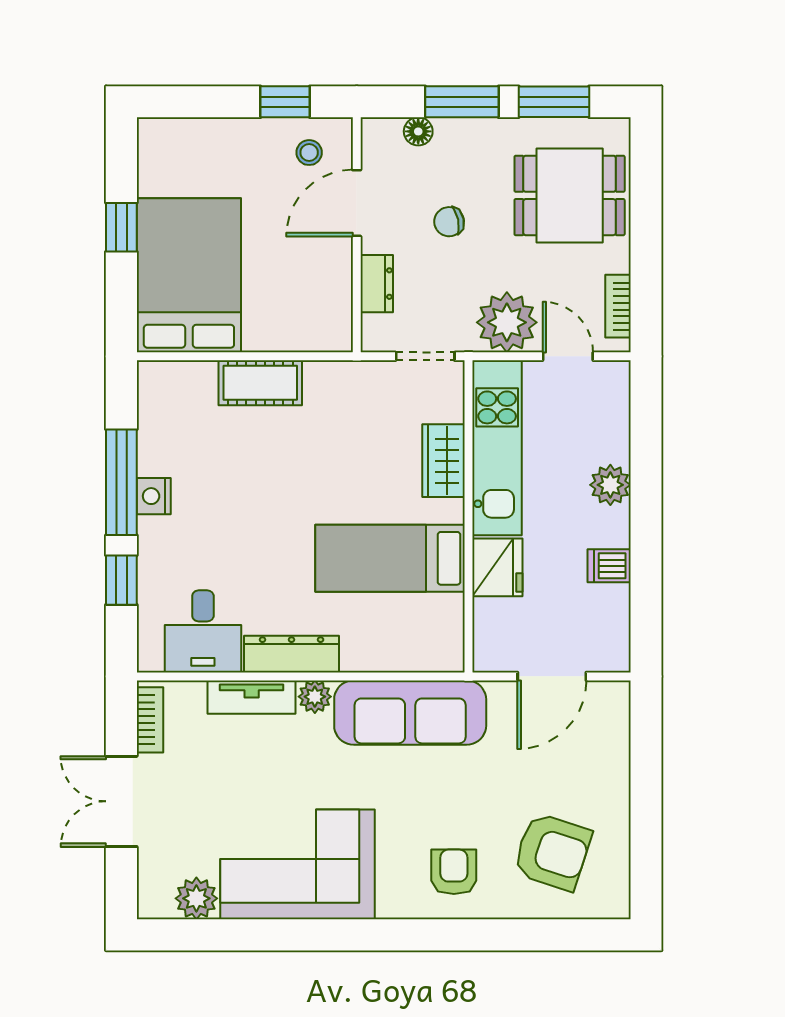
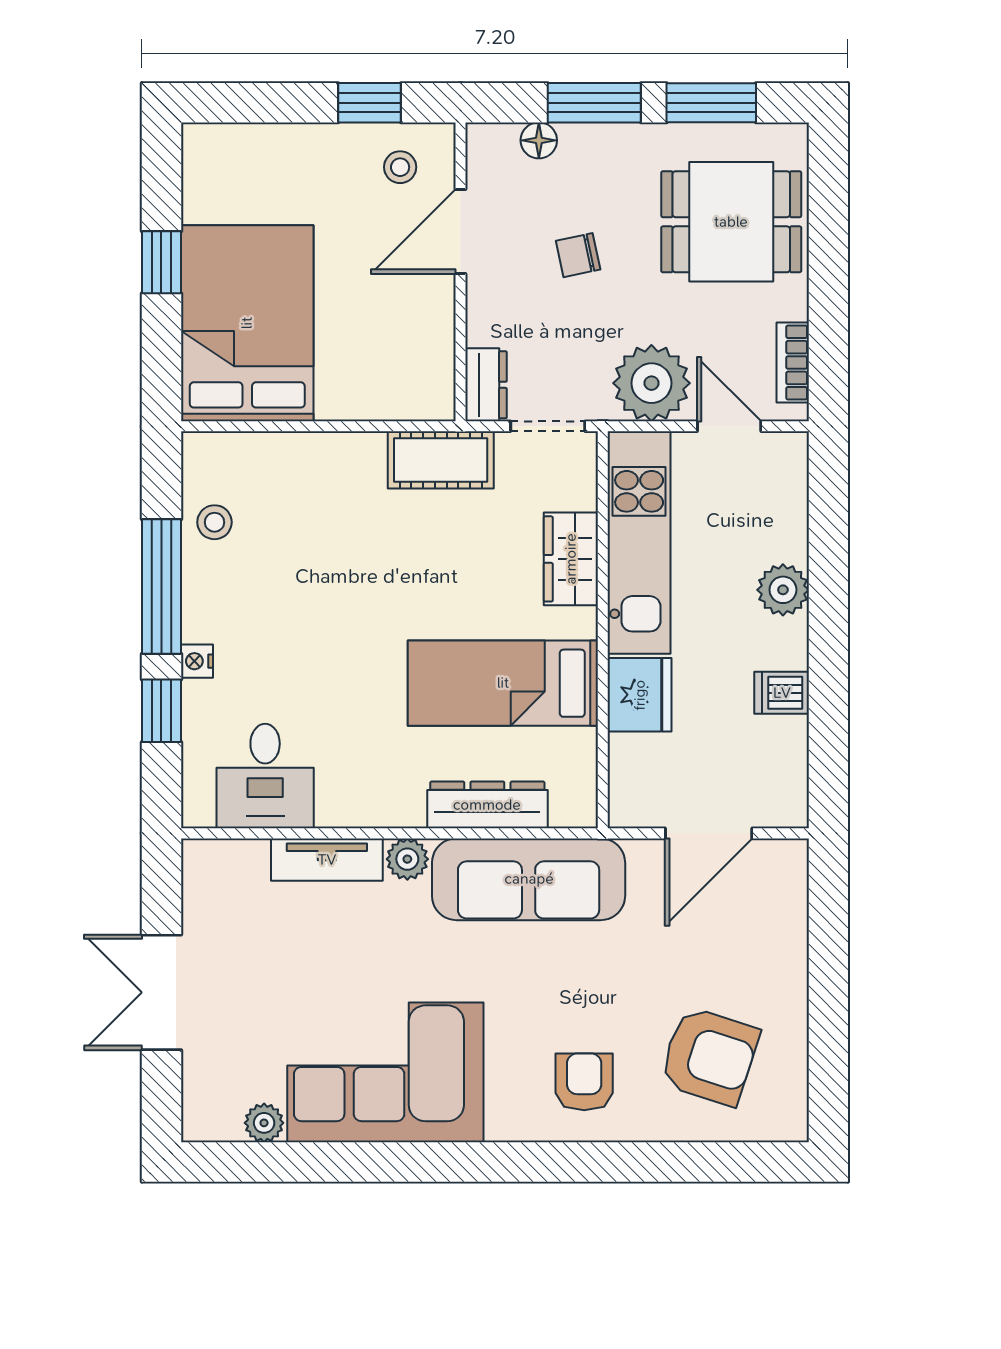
dresser: (377, 284) -> (486, 385), moved
cot: (260, 383) -> (441, 460), moved
stool: (163, 432) -> (214, 522), added
nightstand: (154, 496) -> (197, 661), moved, width x0.72, depth x0.74
dresser: (292, 654) -> (487, 805), moved
bookcase: (150, 720) -> (198, 889), removed
plant: (196, 898) -> (264, 1123), width x0.73, depth x0.73

